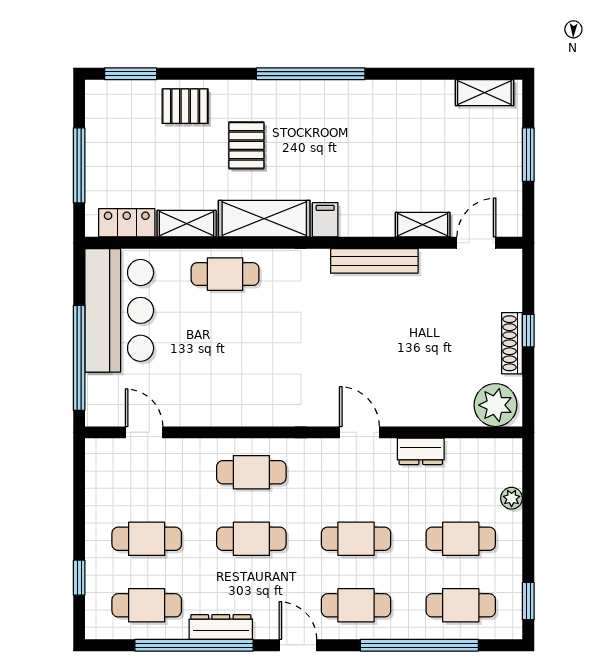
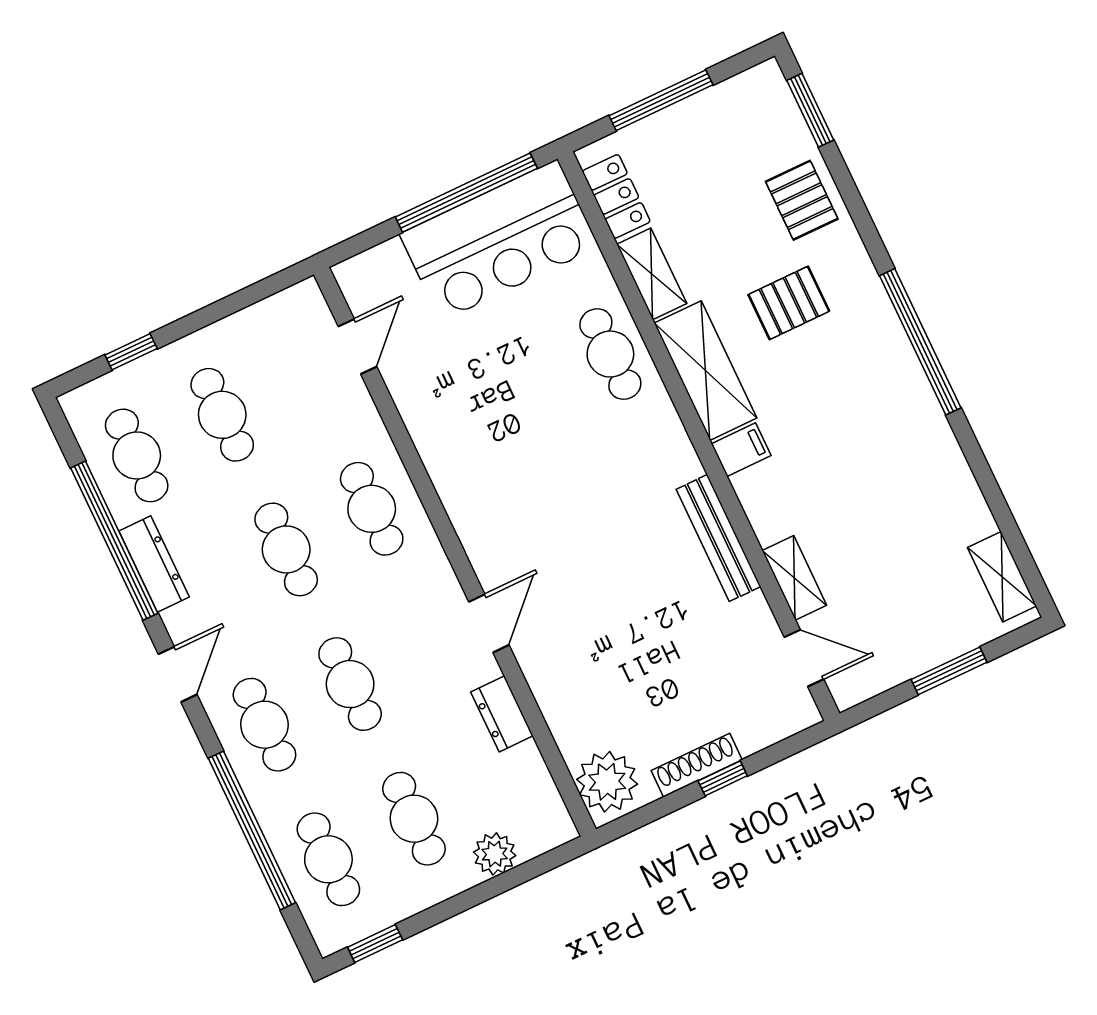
window: (79, 358) -> (466, 193), moved
plant: (512, 498) -> (495, 854), width x1.38, depth x1.38

